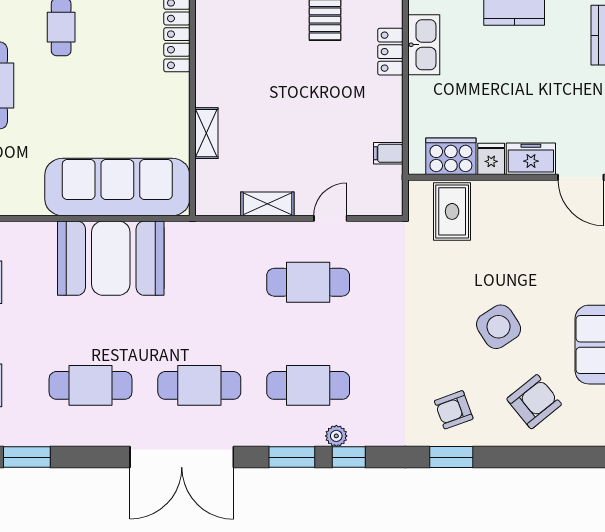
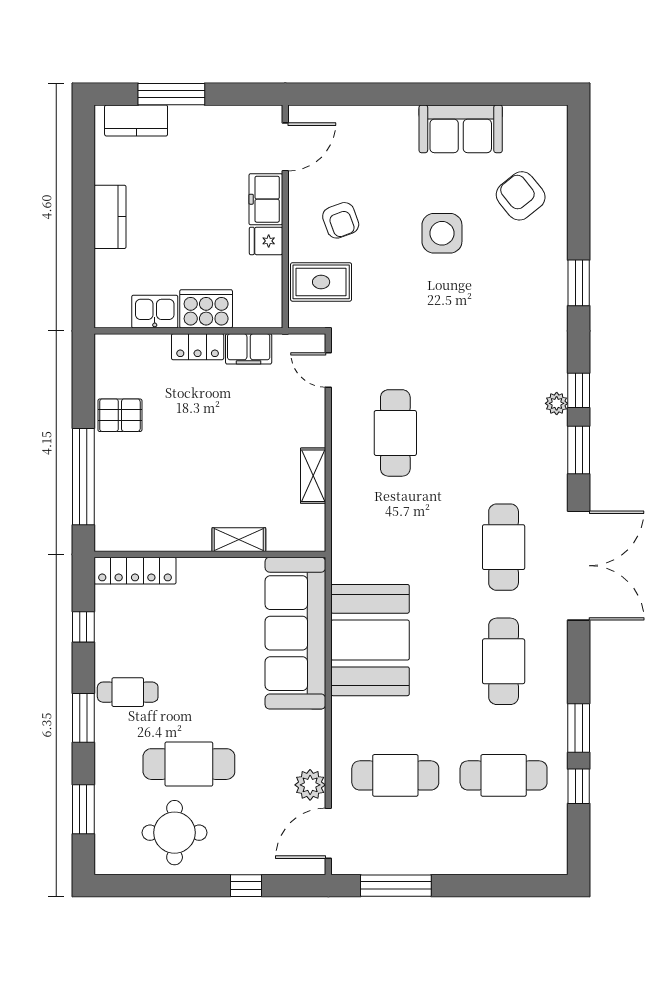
kitchen sink: (424, 45) -> (155, 312), width x0.73
locker: (390, 52) -> (198, 347), moved
filing cabinet: (388, 153) -> (249, 349), width x2.00
cooker: (451, 156) -> (206, 309), moved, turned 90
door: (330, 218) -> (328, 370), moved
side table: (499, 327) -> (442, 233), turned 33
cafe table: (308, 385) -> (504, 433), removed
armchair: (454, 410) -> (341, 220), moved

